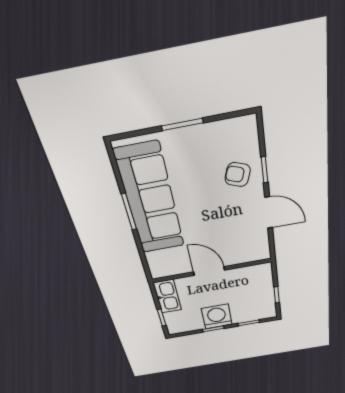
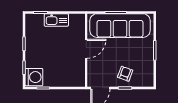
door: (209, 271) -> (86, 49), moved
wall: (211, 271) -> (86, 50), moved
washing machine: (217, 317) -> (34, 77), moved

